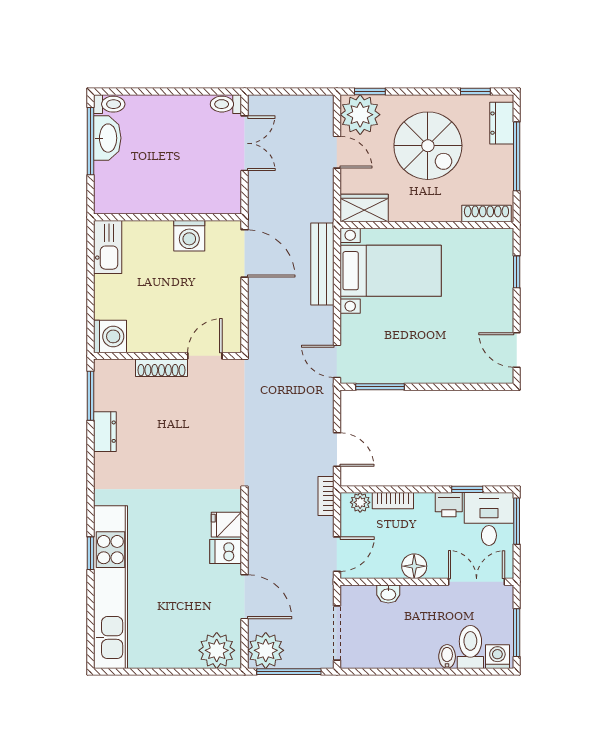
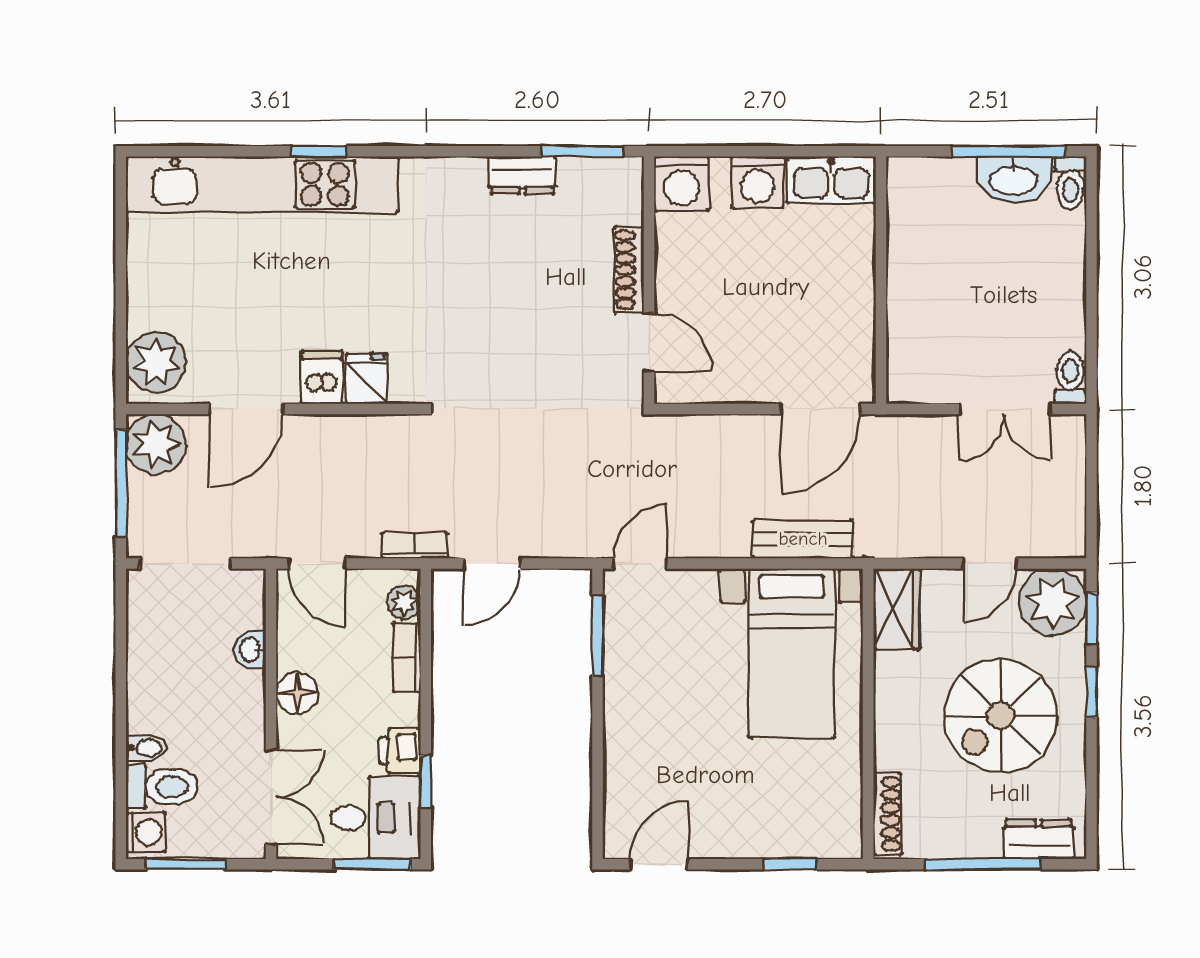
window: (475, 91) -> (1091, 692), moved
washing machine: (189, 236) -> (758, 182), moved, turned -90
bench: (322, 264) -> (803, 539), width x0.73

